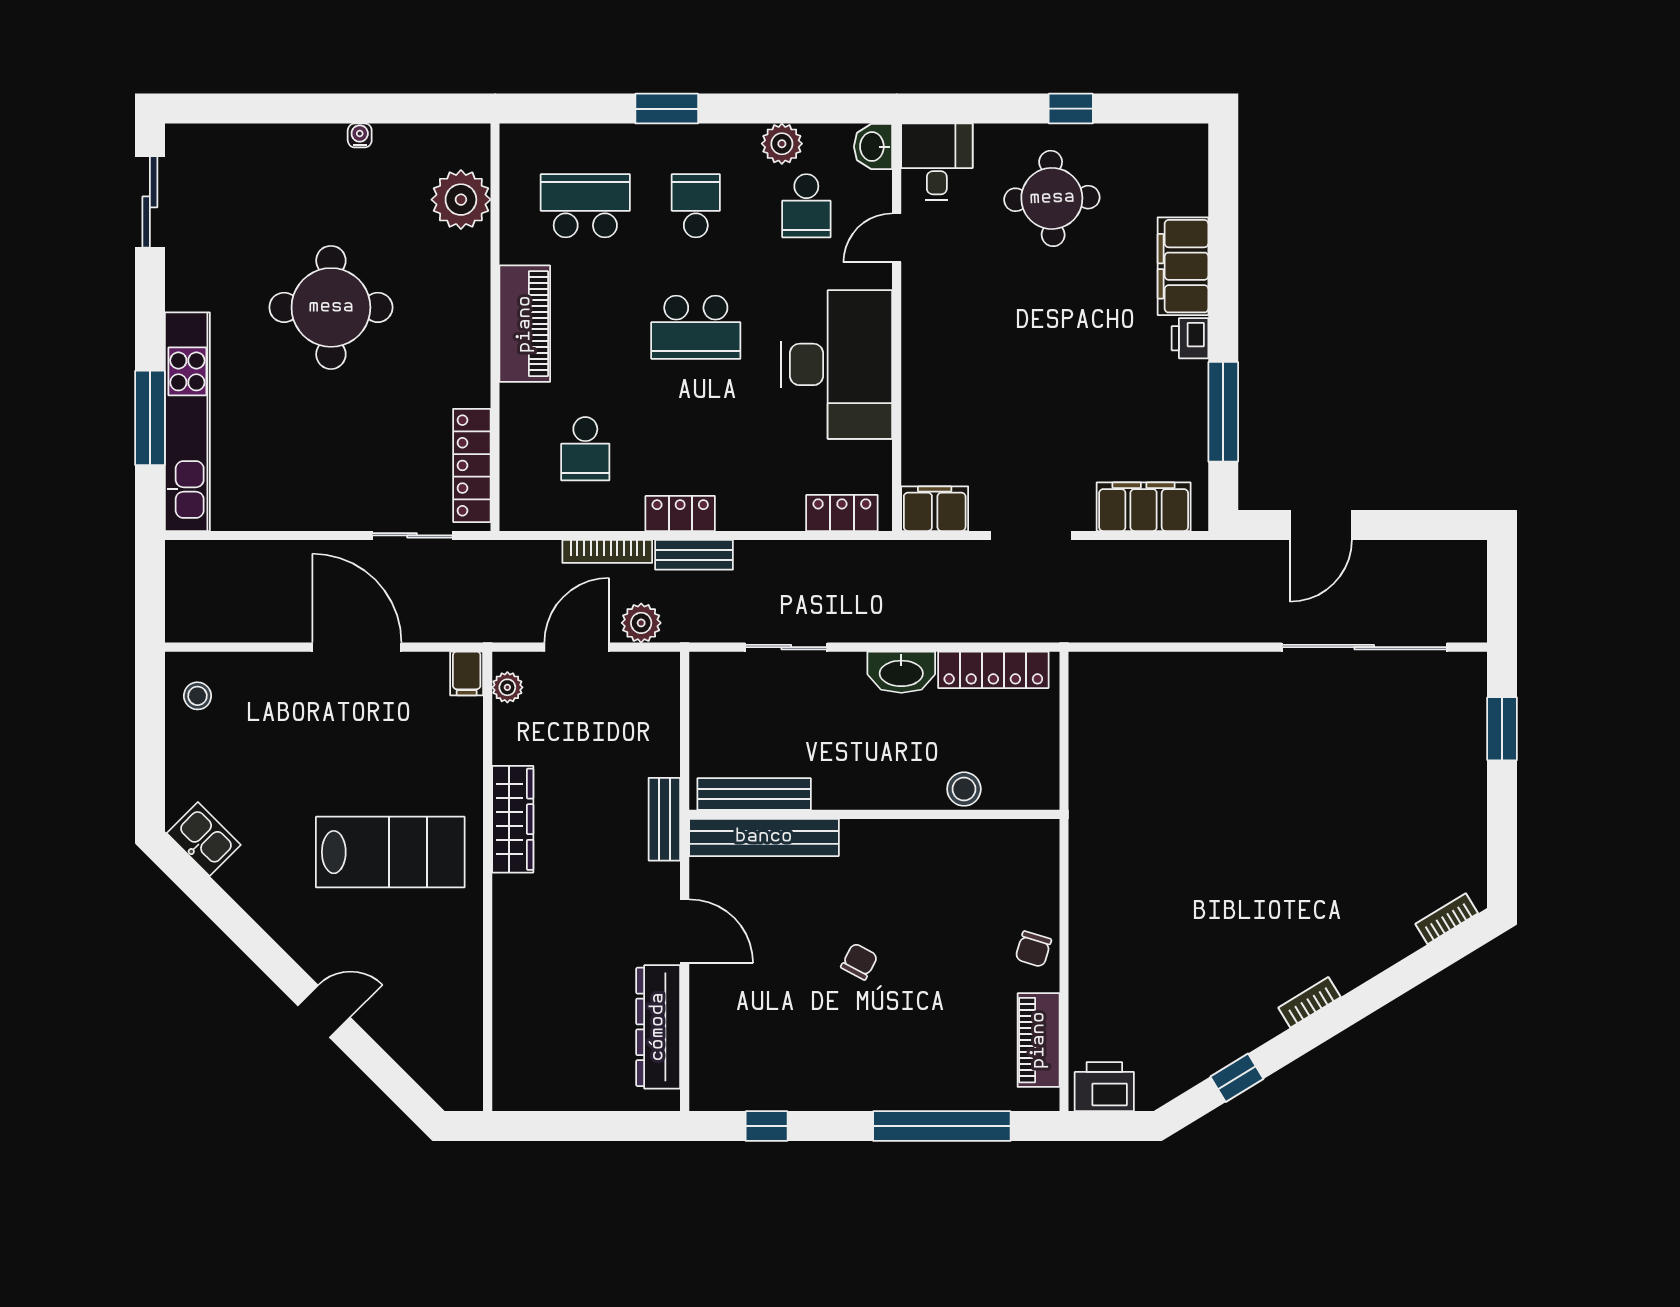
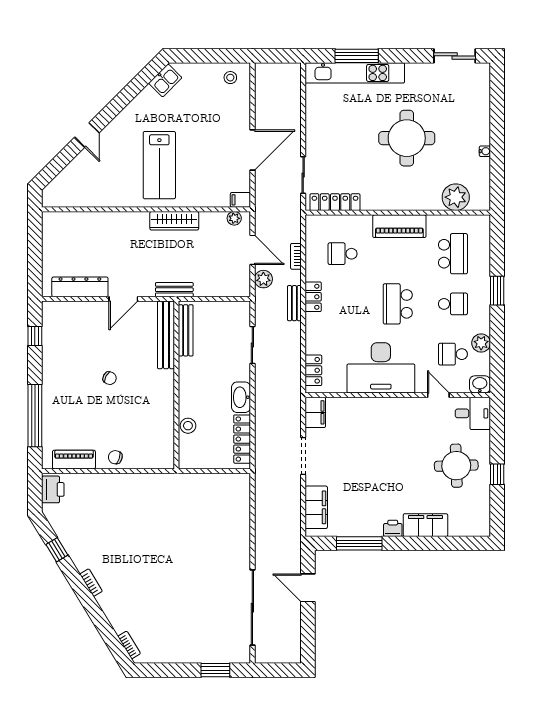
bookcase: (607, 551) -> (296, 256), width x0.64

